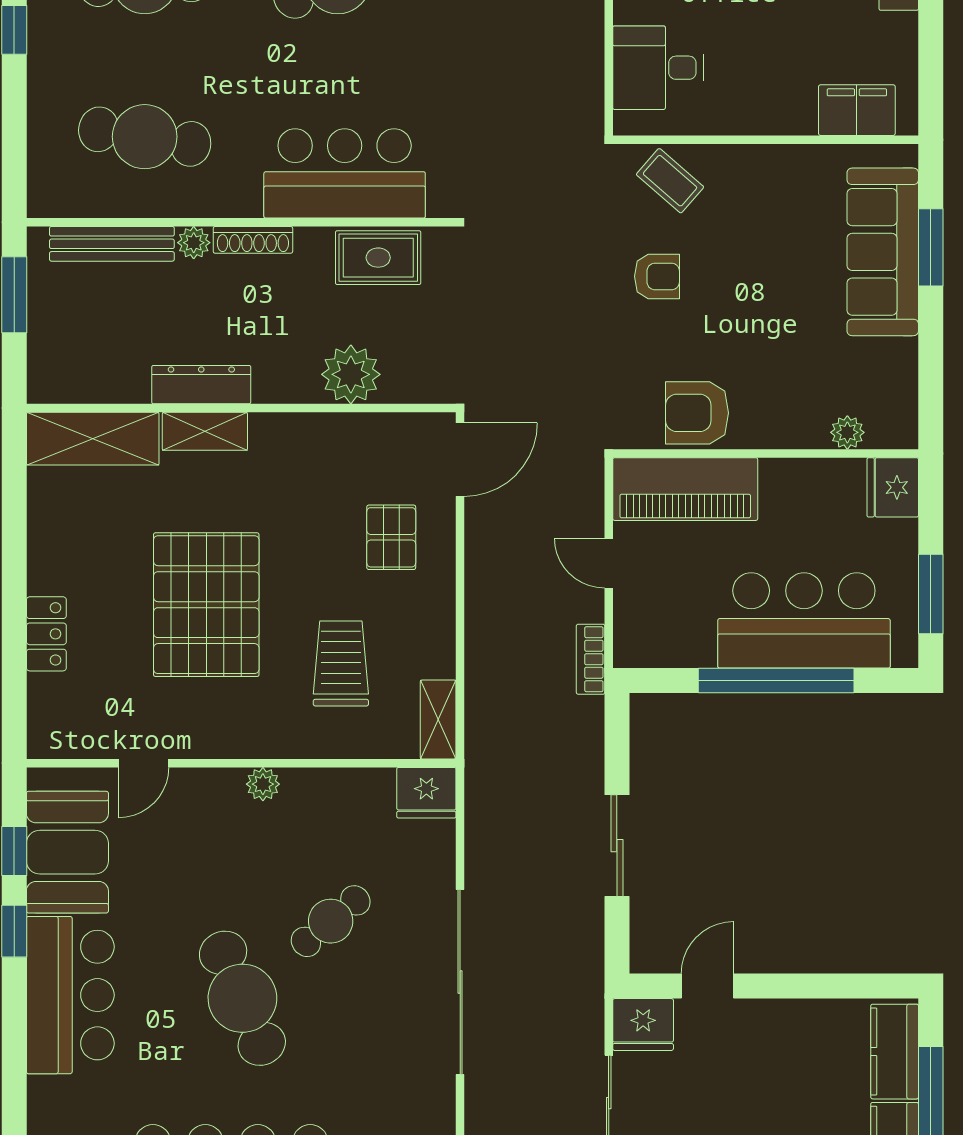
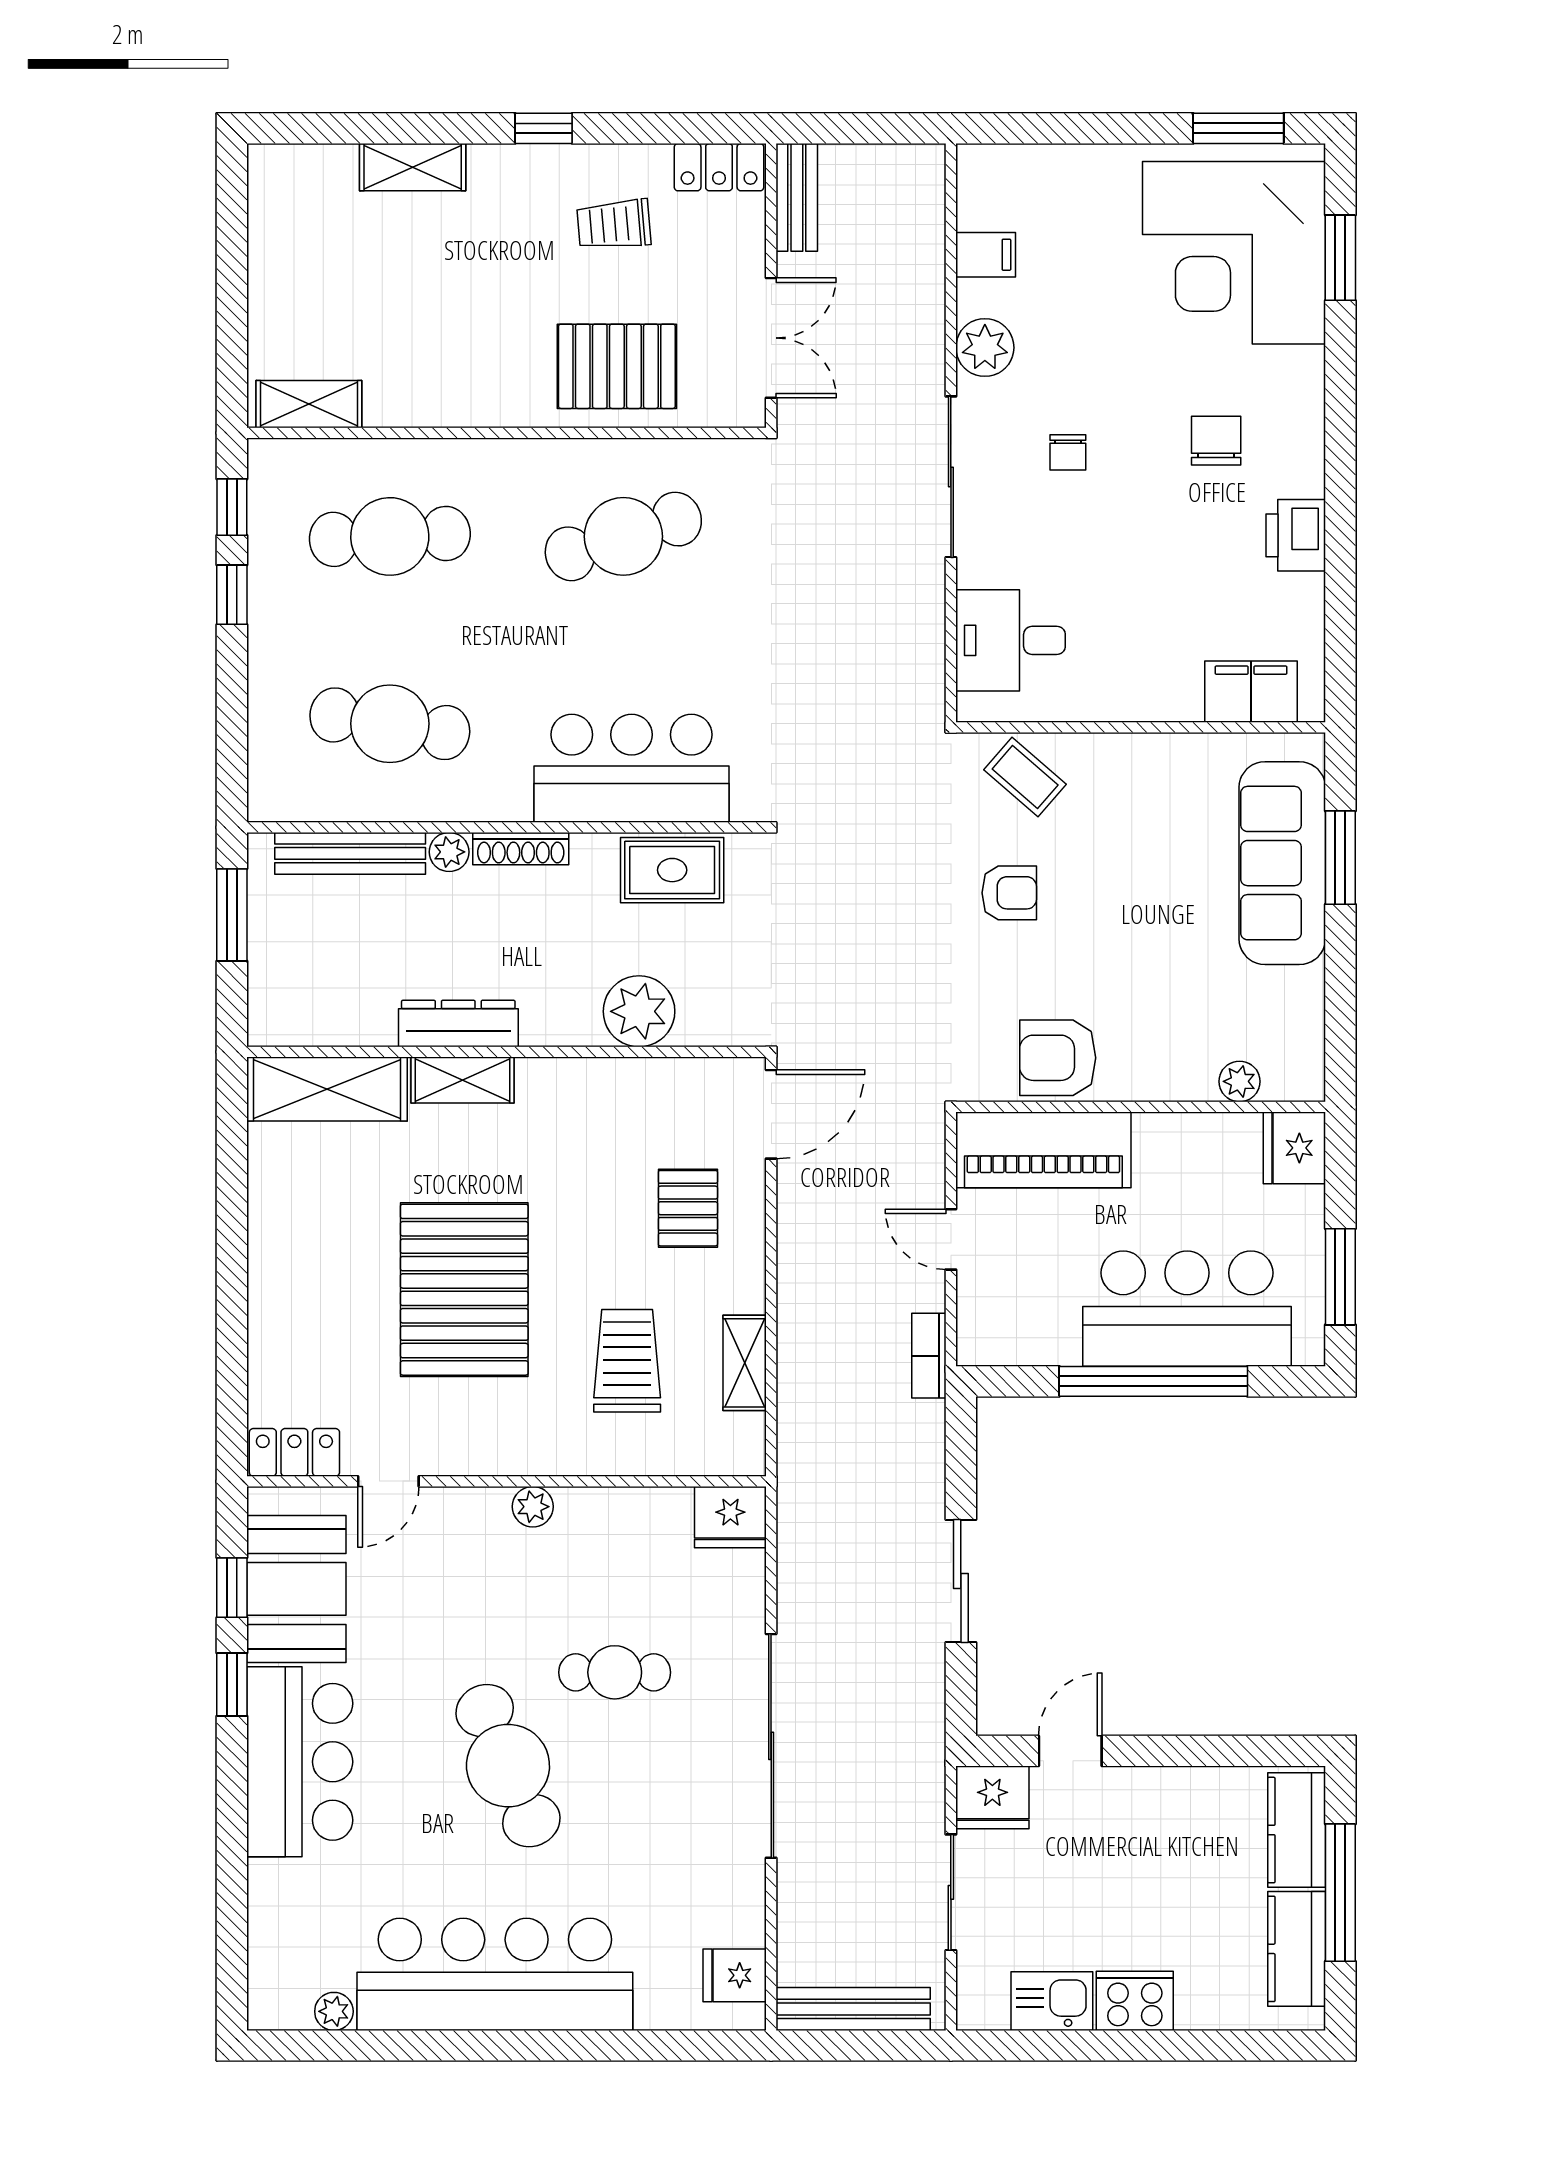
locker: (46, 634) -> (294, 1452), moved, turned -90
shelving: (438, 719) -> (745, 1363), moved
cafe table: (331, 921) -> (615, 1672), turned 40

